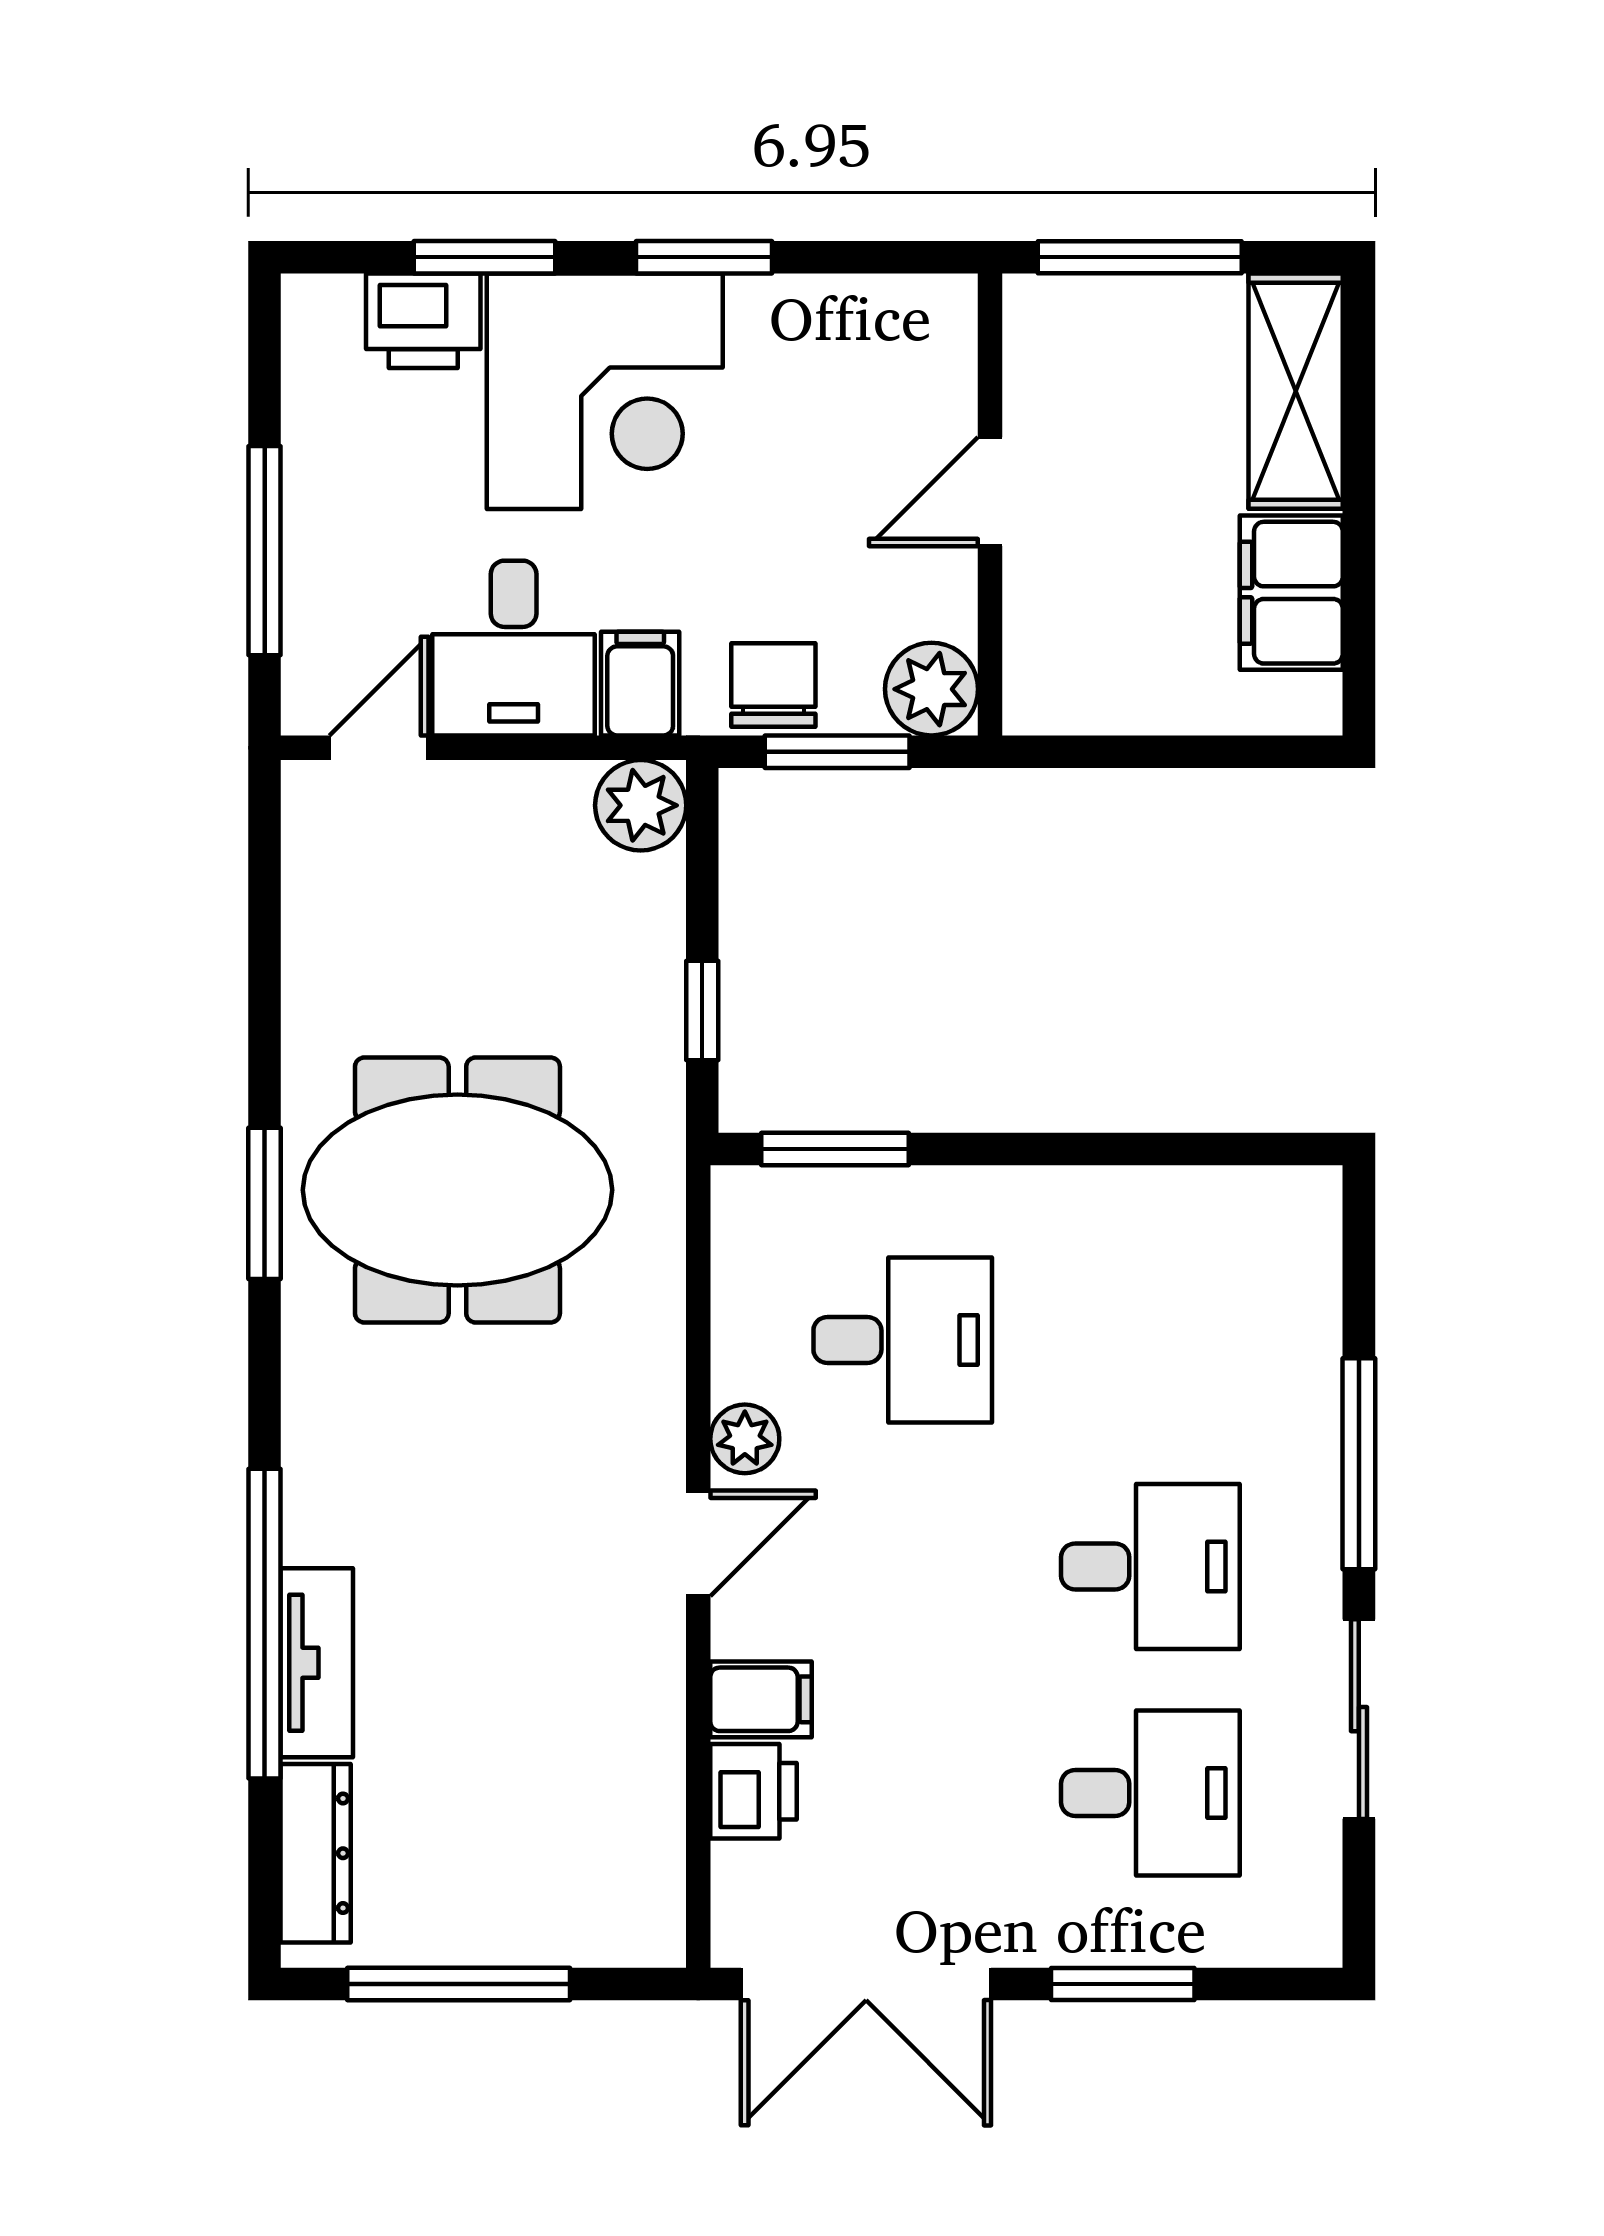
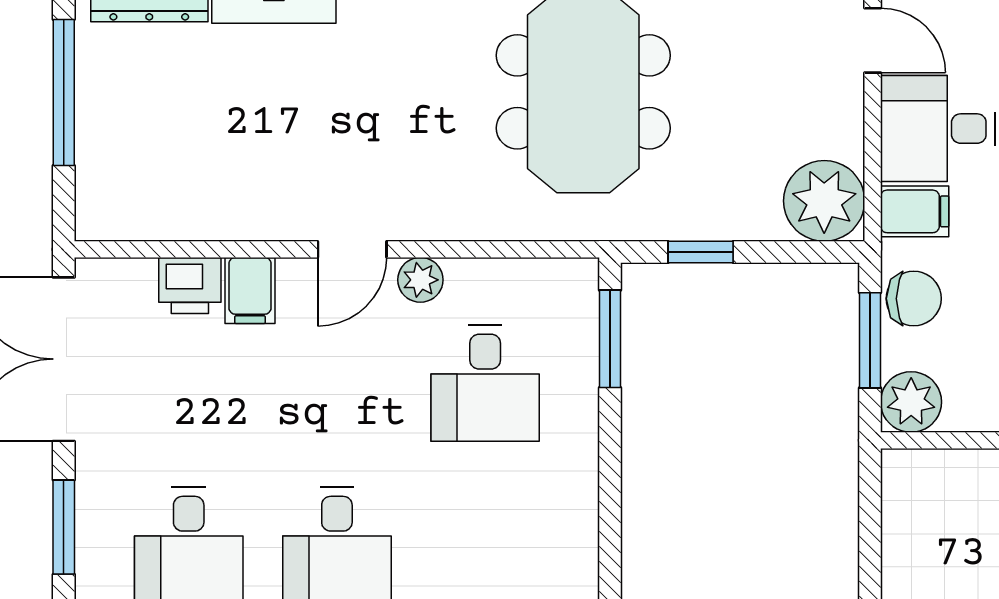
plant: (641, 805) -> (824, 201), width x1.36, depth x1.36
door: (698, 1543) -> (352, 249), hinge flipped

